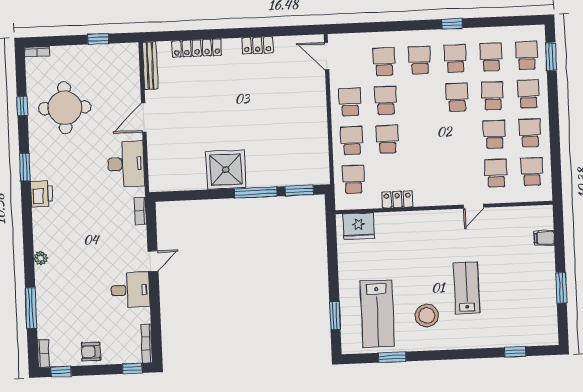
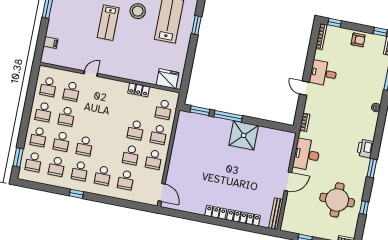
locker: (258, 45) -> (216, 212), moved
door: (153, 261) -> (304, 88), hinge flipped

